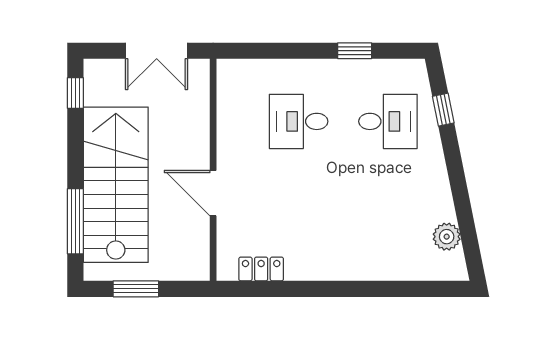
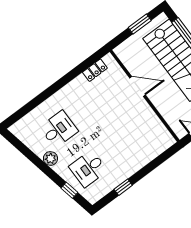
desk: (299, 121) -> (59, 129), moved
plant: (447, 237) -> (50, 158), moved

